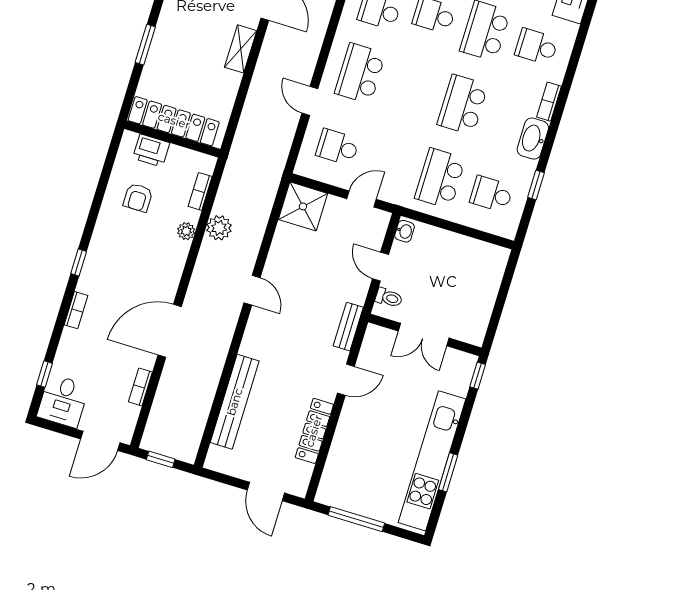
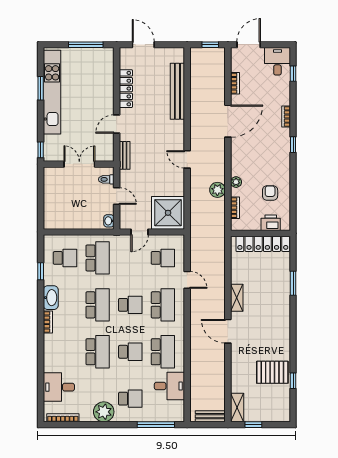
school desk: (536, 47) -> (130, 305), moved
shower: (303, 206) -> (168, 213), width x1.37, depth x1.37

